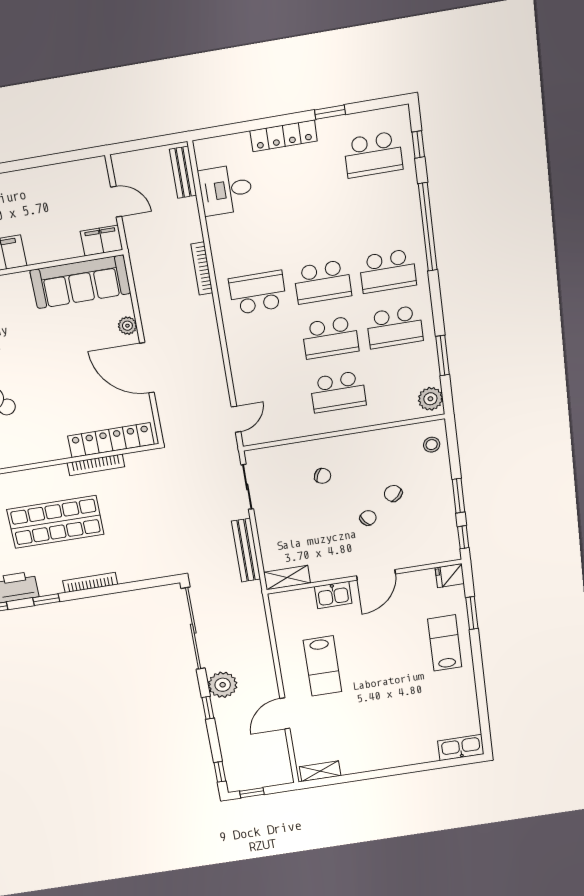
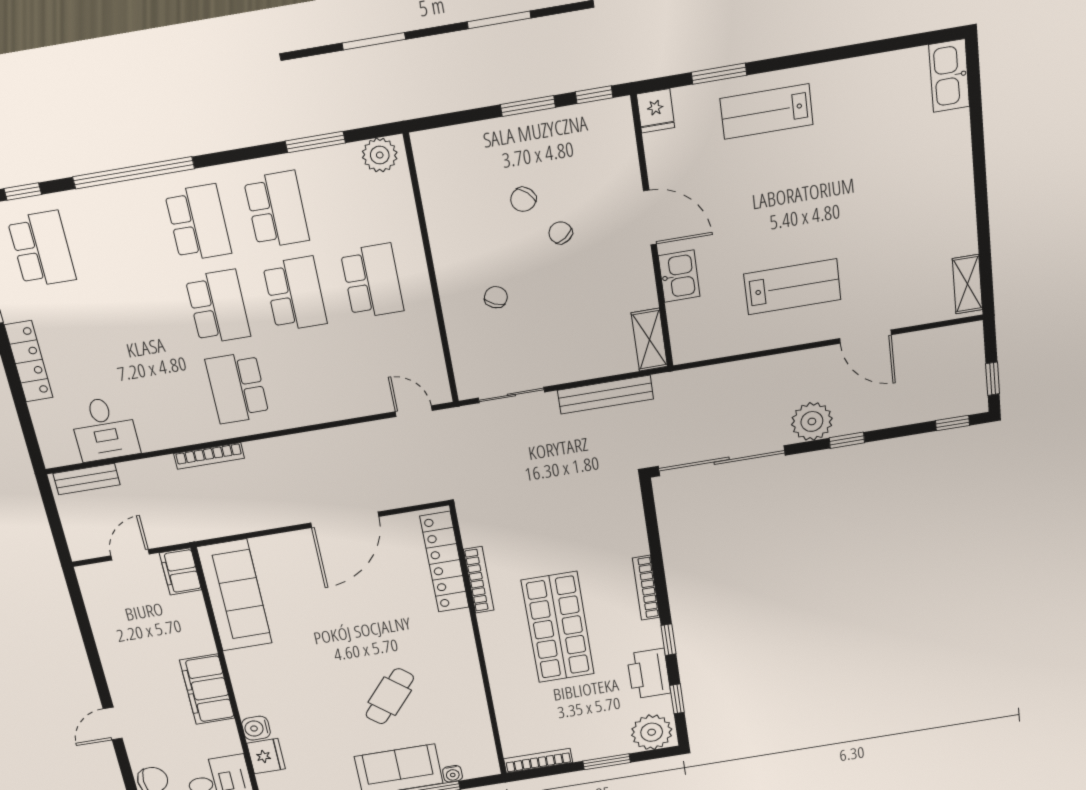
plant: (127, 326) -> (289, 542), removed
stool: (432, 445) -> (449, 149), removed

